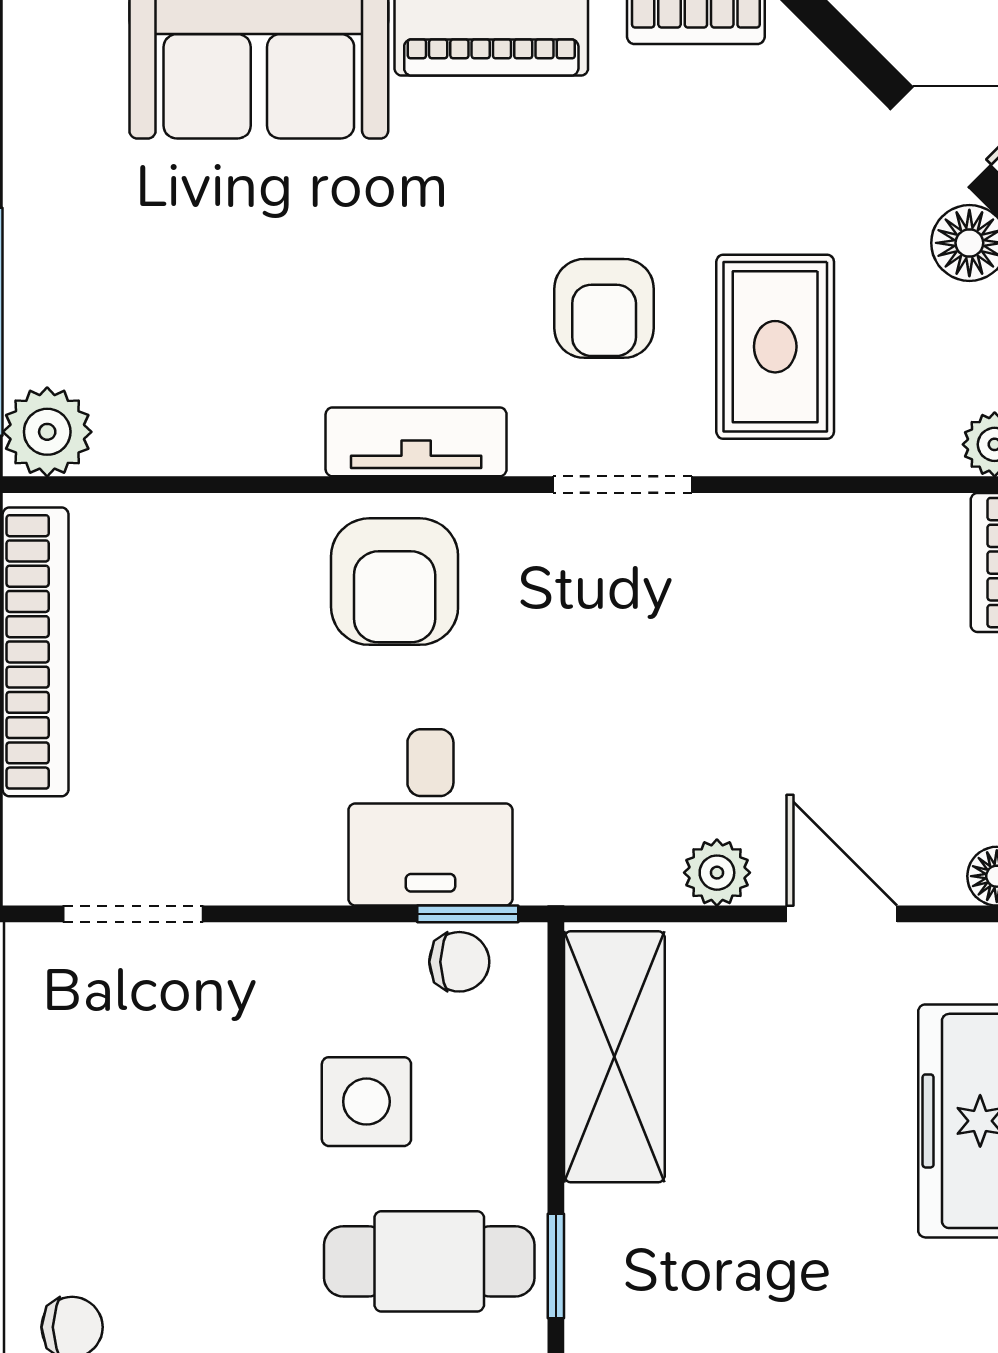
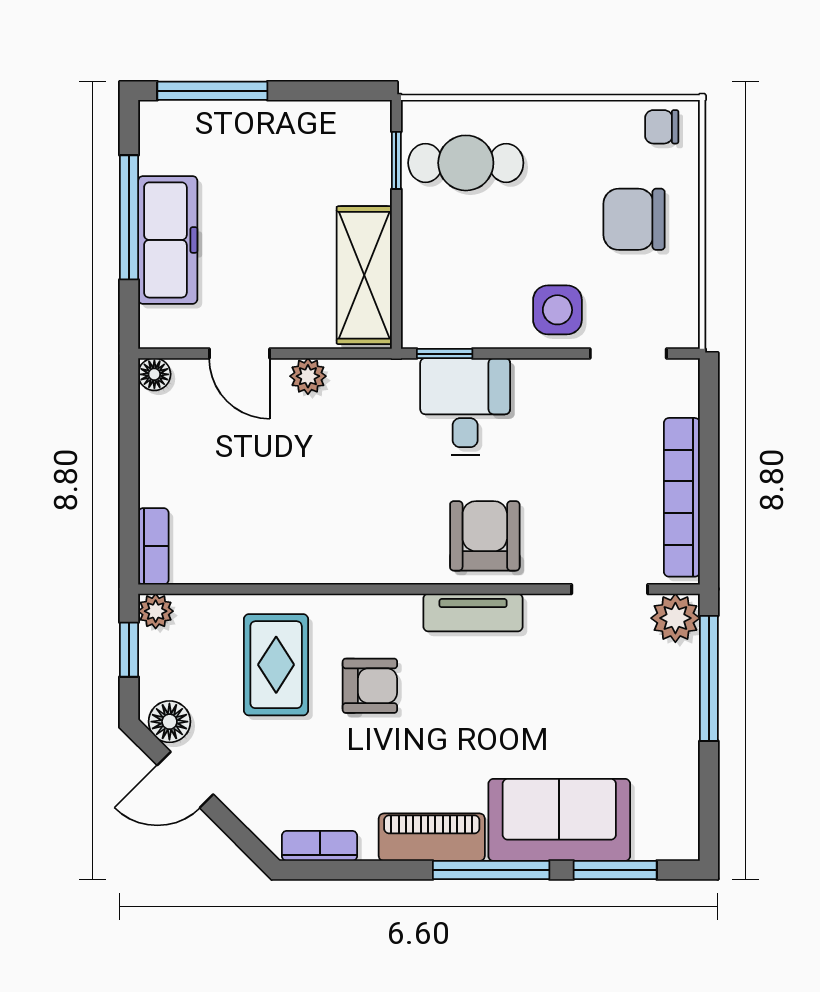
armchair: (604, 308) -> (370, 686), turned 90
doorway: (623, 485) -> (610, 589), moved
chair: (459, 962) -> (634, 219), moved, width x1.87, depth x1.87
side table: (366, 1102) -> (557, 310), moved

